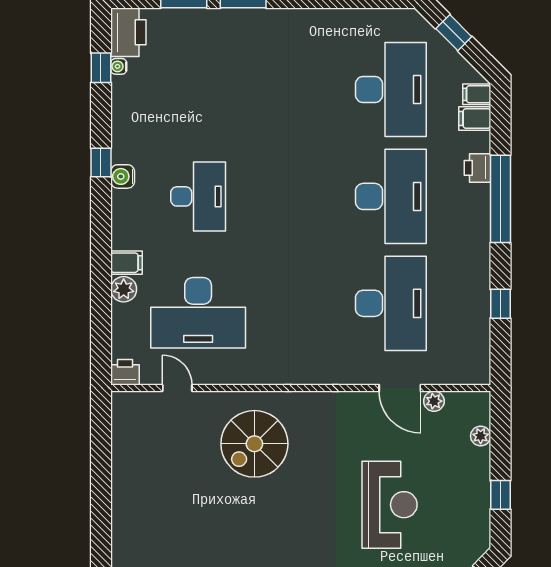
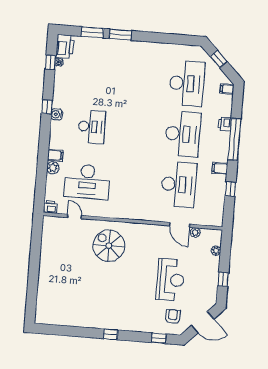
filing cabinet: (475, 118) -> (220, 168), moved
spiral stairs: (254, 444) -> (109, 246), turned 90

